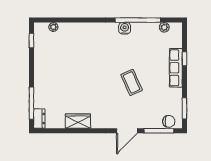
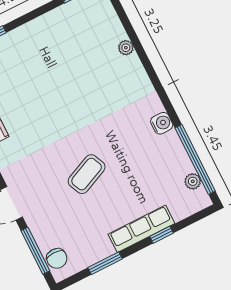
window: (138, 20) -> (195, 159), moved
plant: (53, 27) -> (126, 48), moved
window: (184, 108) -> (105, 263), moved

